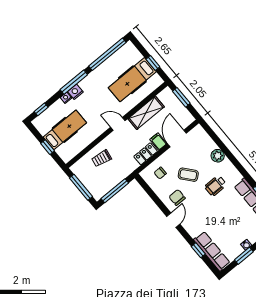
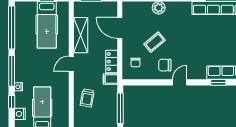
nightstand: (75, 92) -> (20, 114), moved
window: (41, 109) -> (12, 102), moved
filing cabinet: (158, 142) -> (110, 79), moved
wheelchair: (216, 186) -> (180, 28), removed
door: (173, 220) -> (180, 82), hinge flipped

